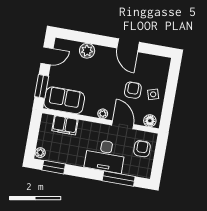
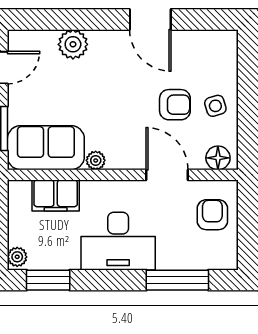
armchair: (133, 90) -> (175, 105), turned 90
plant: (103, 114) -> (96, 160), moved
desk: (105, 156) -> (118, 241), moved

